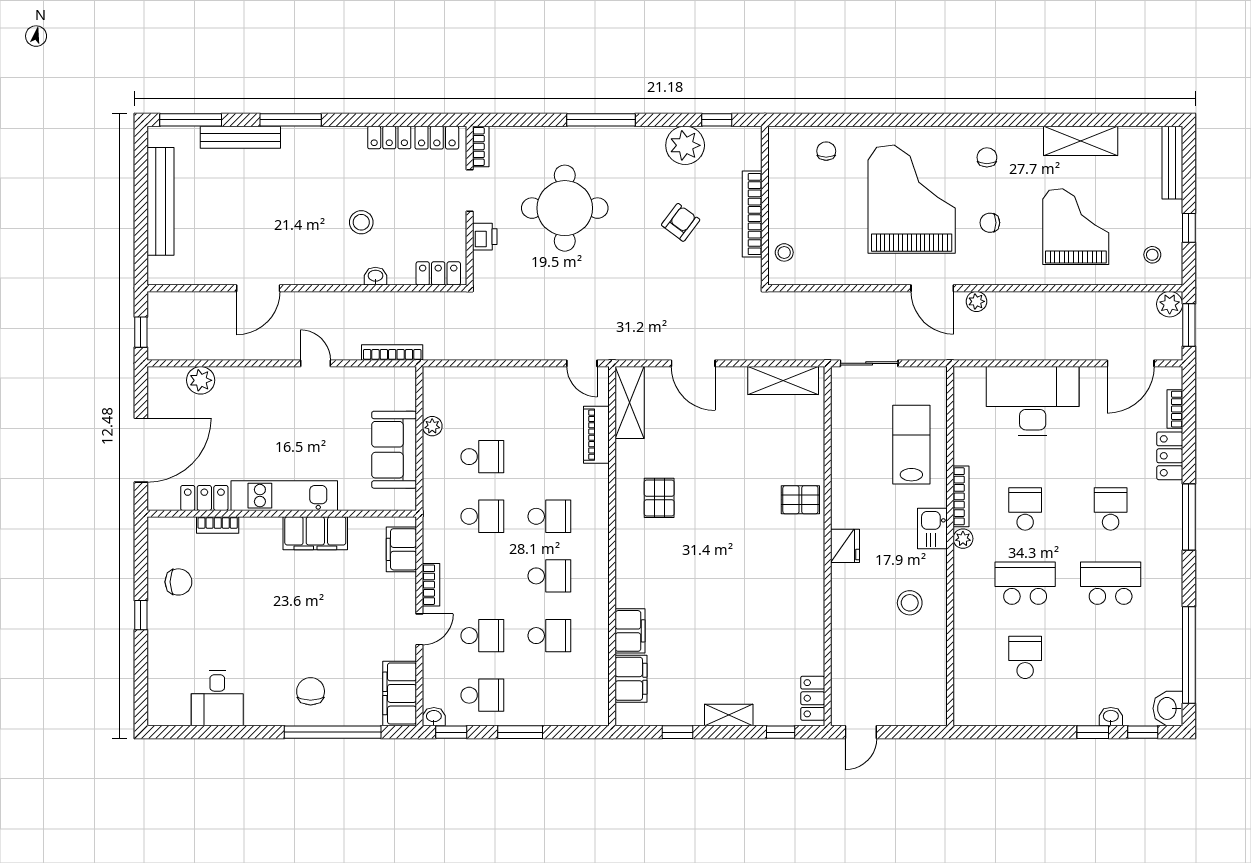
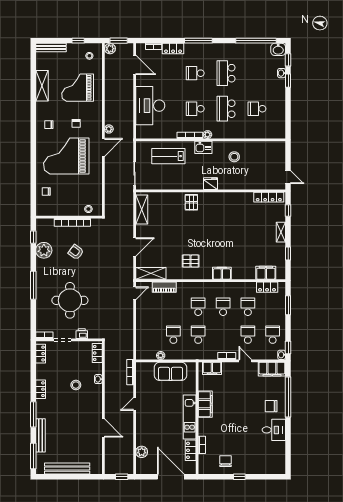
locker: (389, 137) -> (41, 389), moved
filing cabinet: (630, 631) -> (222, 273), moved
locker: (597, 682) -> (267, 287), added
desk: (217, 698) -> (274, 430), moved
locker: (813, 698) -> (269, 197), width x1.53
window: (520, 732) -> (288, 305), moved

